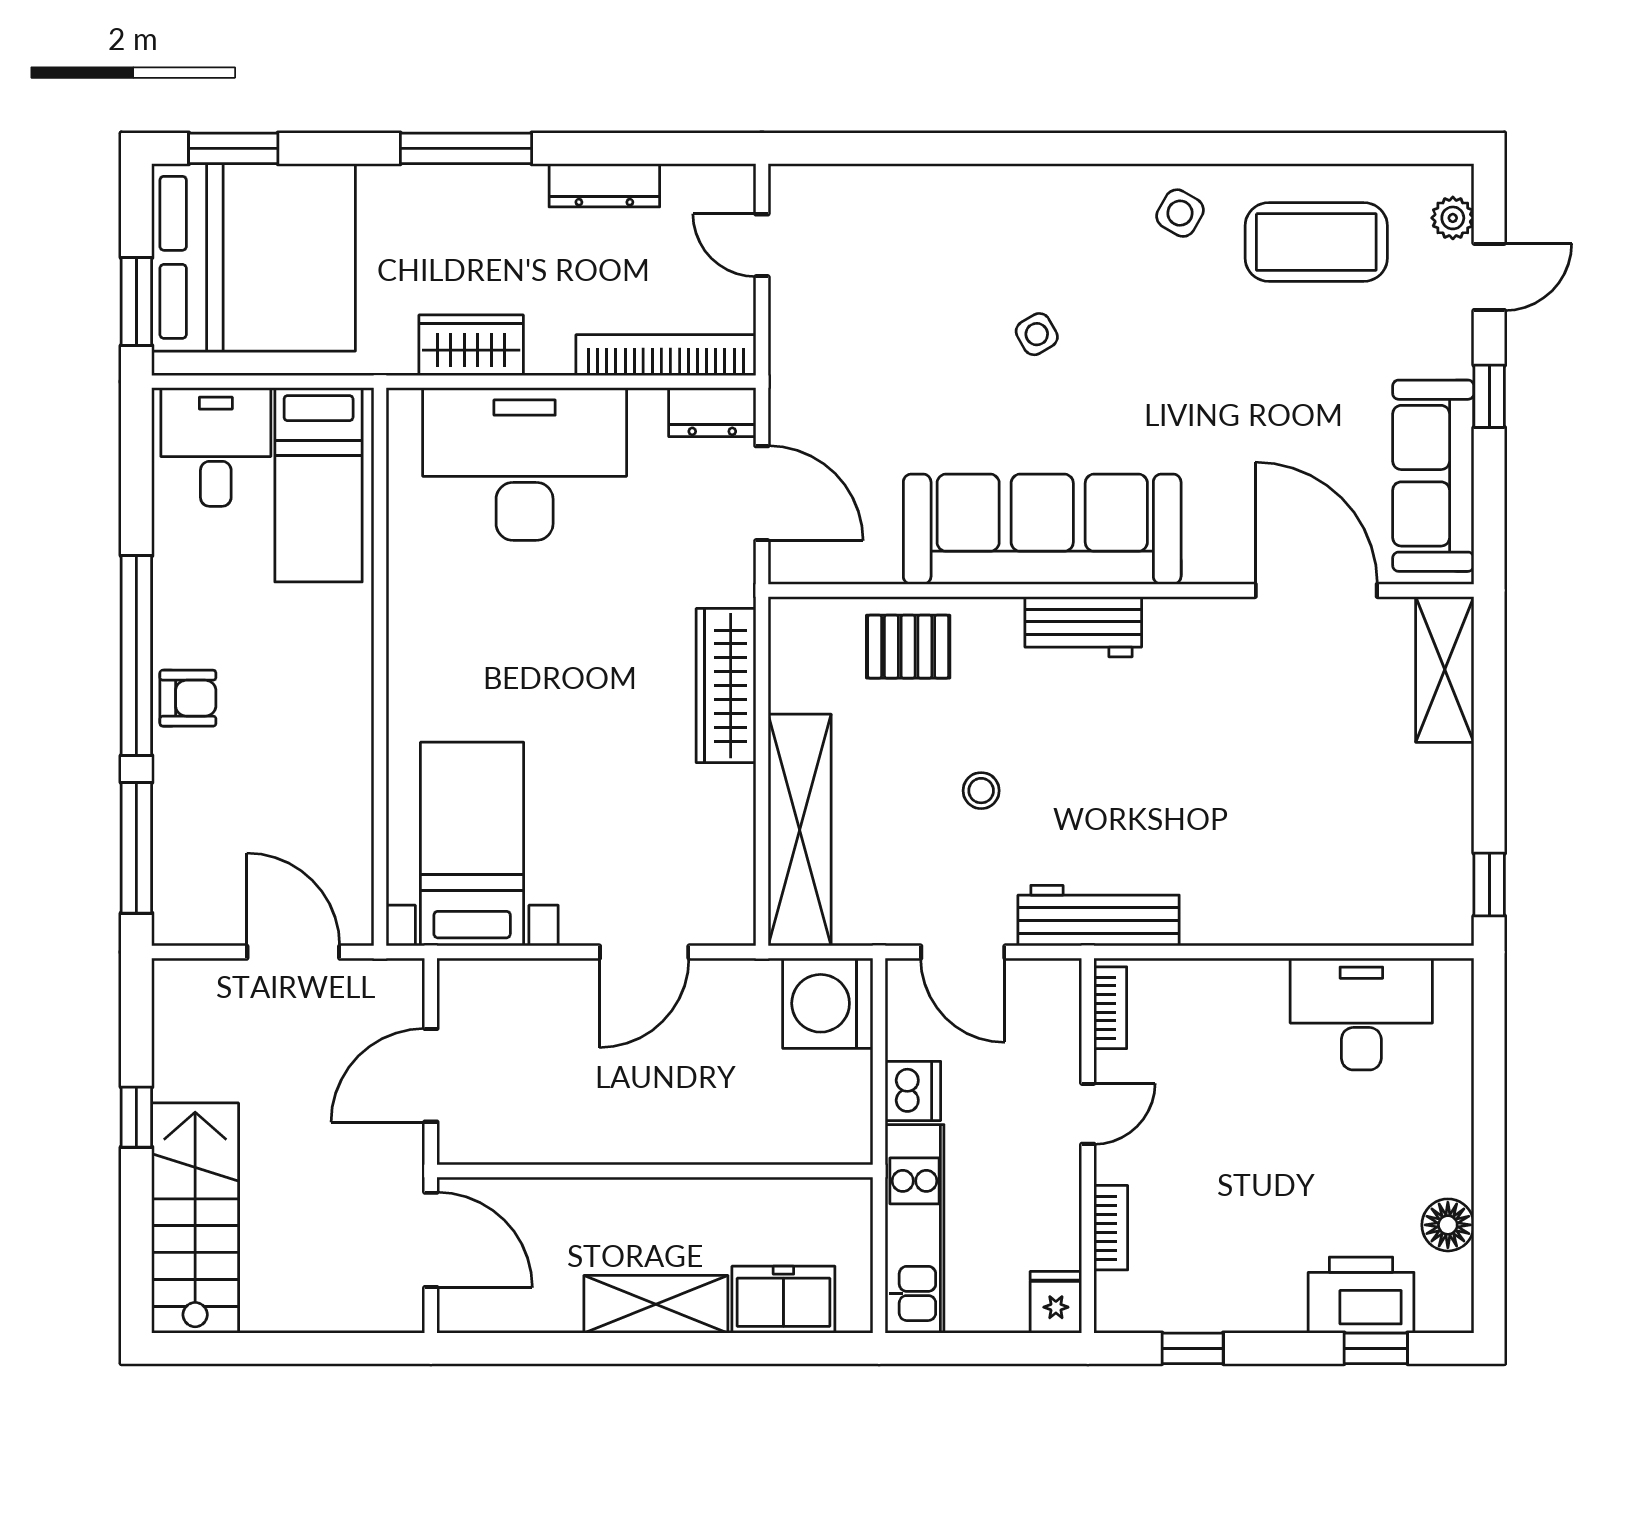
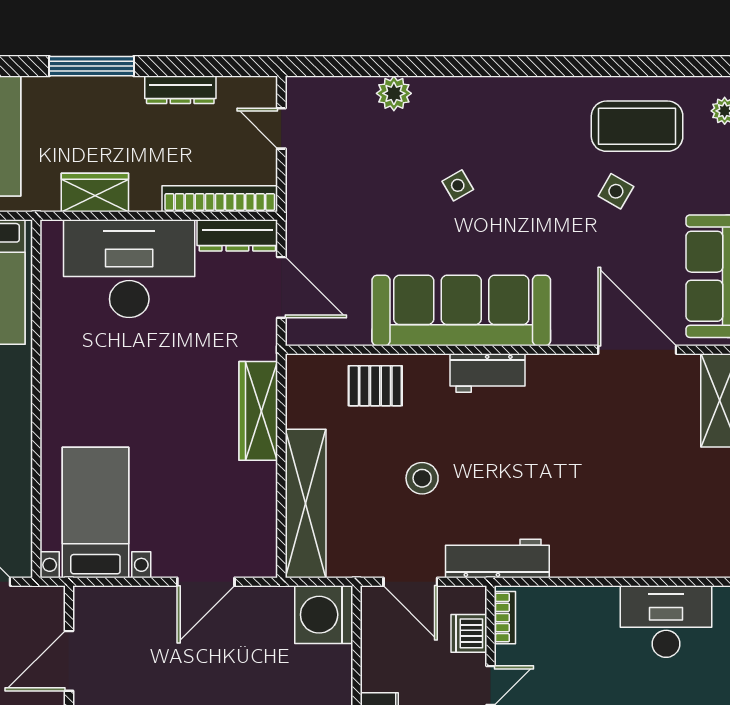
plant: (937, 191) -> (394, 93), added
side table: (1180, 213) -> (616, 191), moved
dresser: (712, 412) -> (237, 235), width x1.44
stool: (981, 791) -> (422, 478), width x1.37, depth x1.37
dishwasher: (913, 1091) -> (469, 633), moved, turned 180

